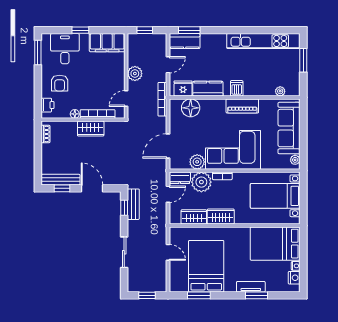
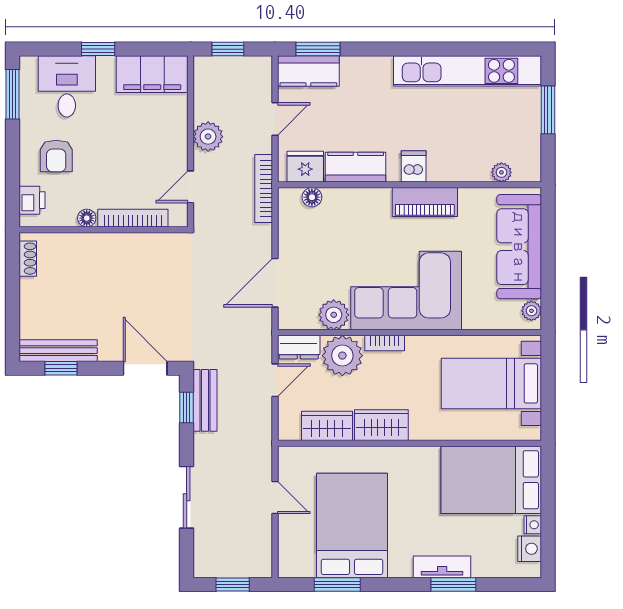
floor lamp: (191, 108) -> (312, 197), width x0.53, depth x0.53
wardrobe: (91, 129) -> (119, 248), removed
door: (92, 188) -> (145, 368), moved

